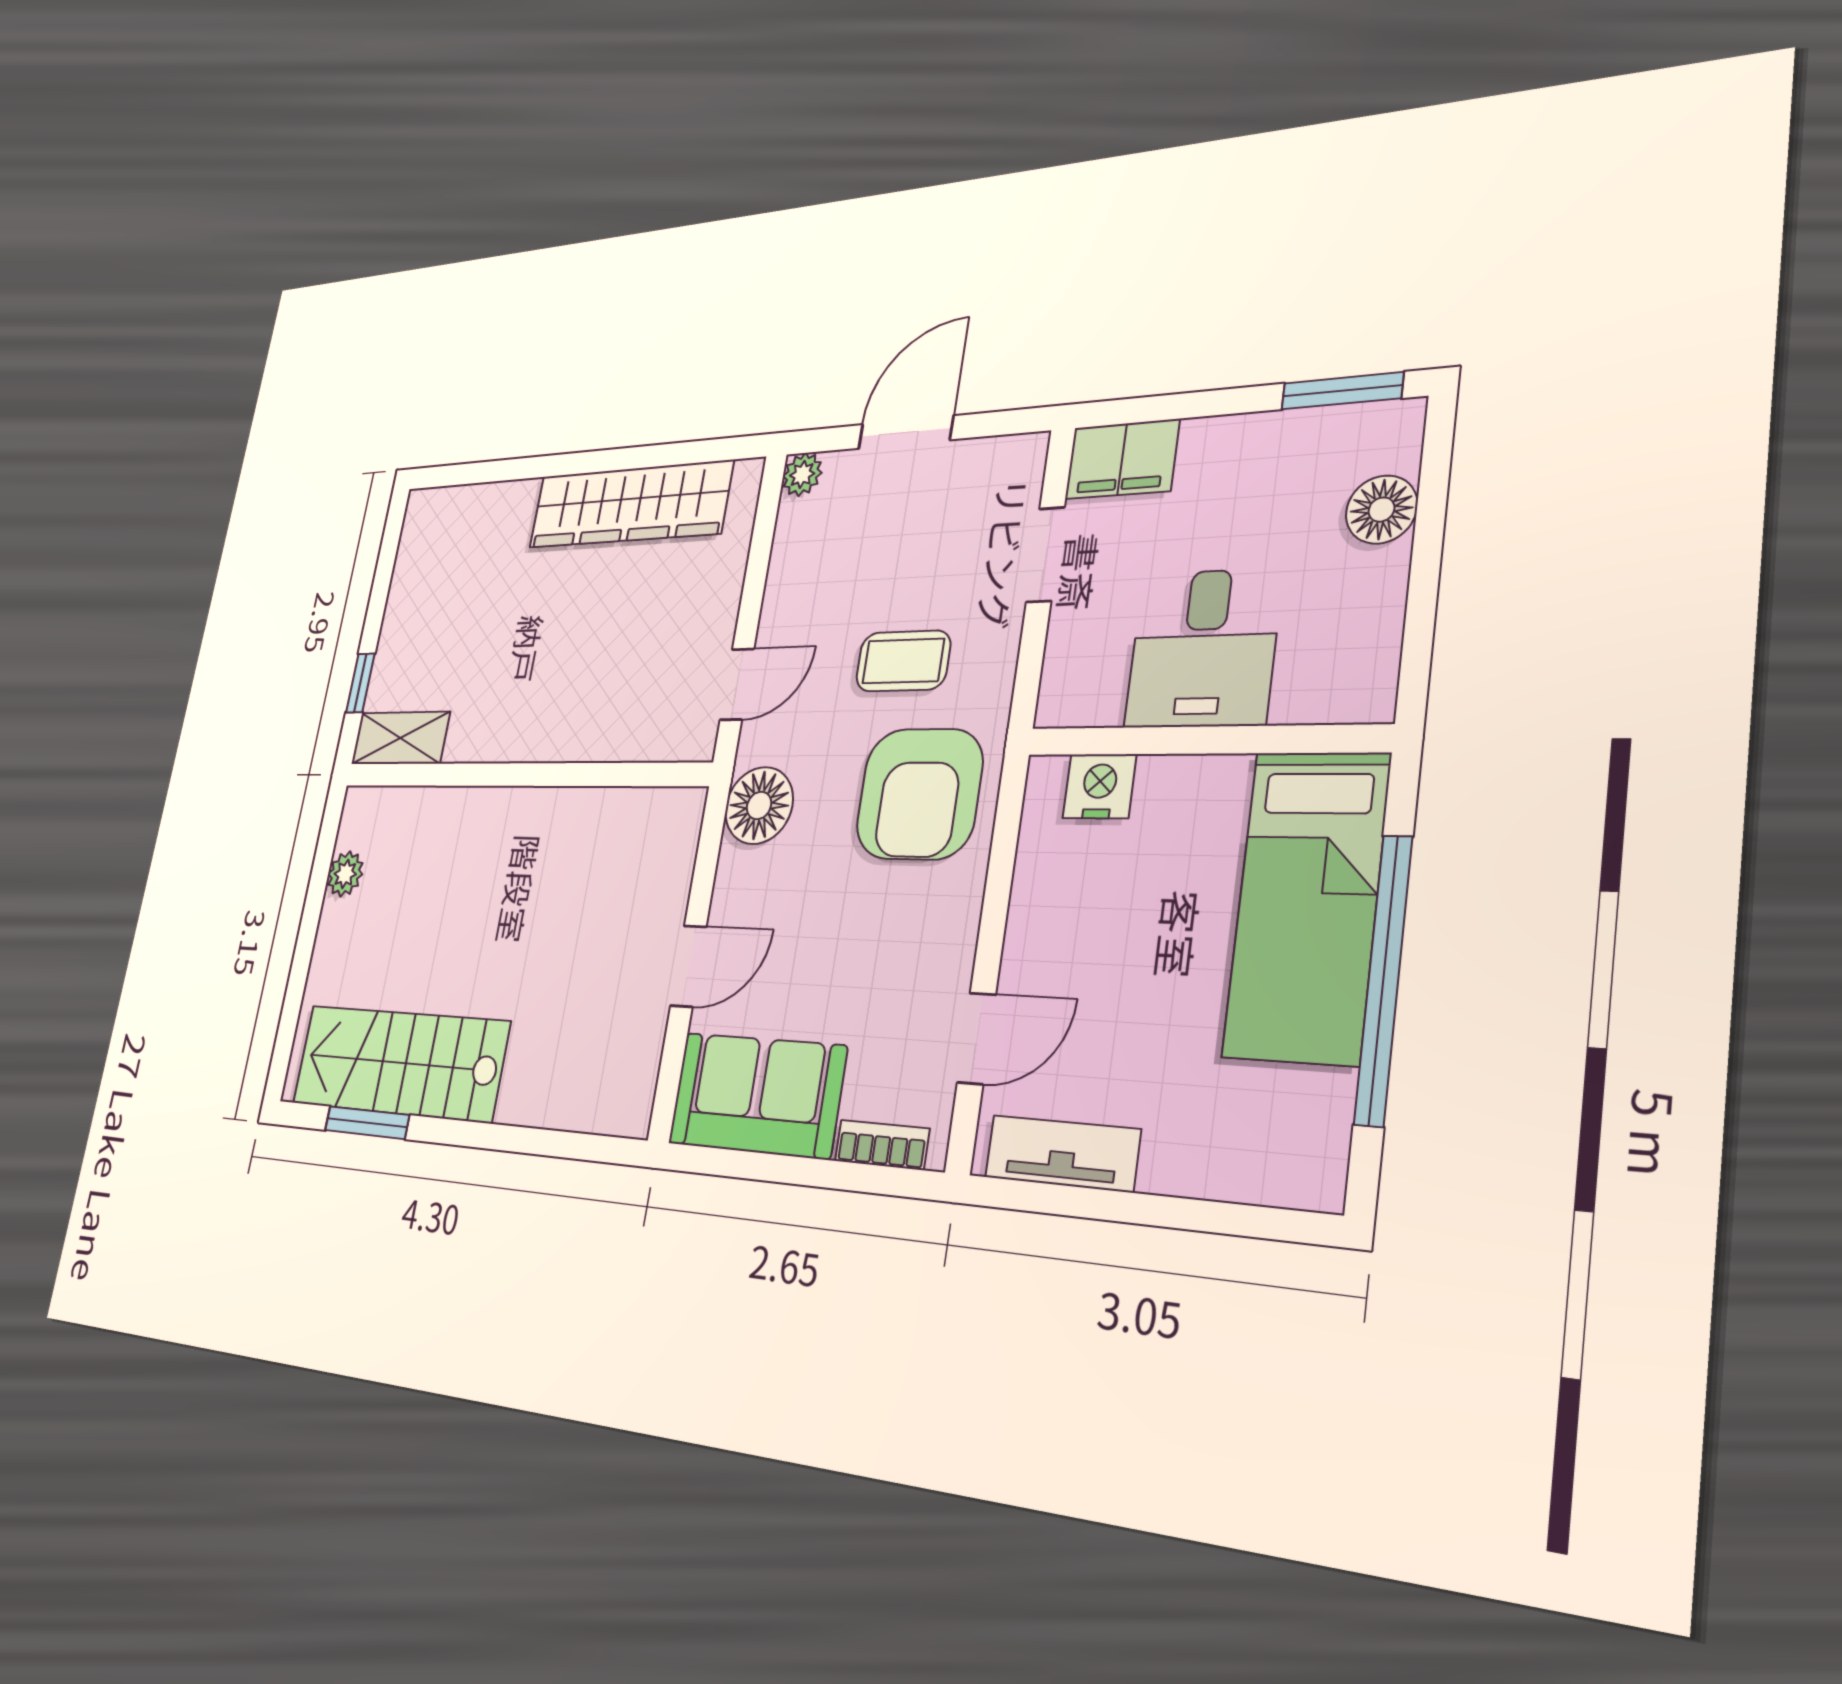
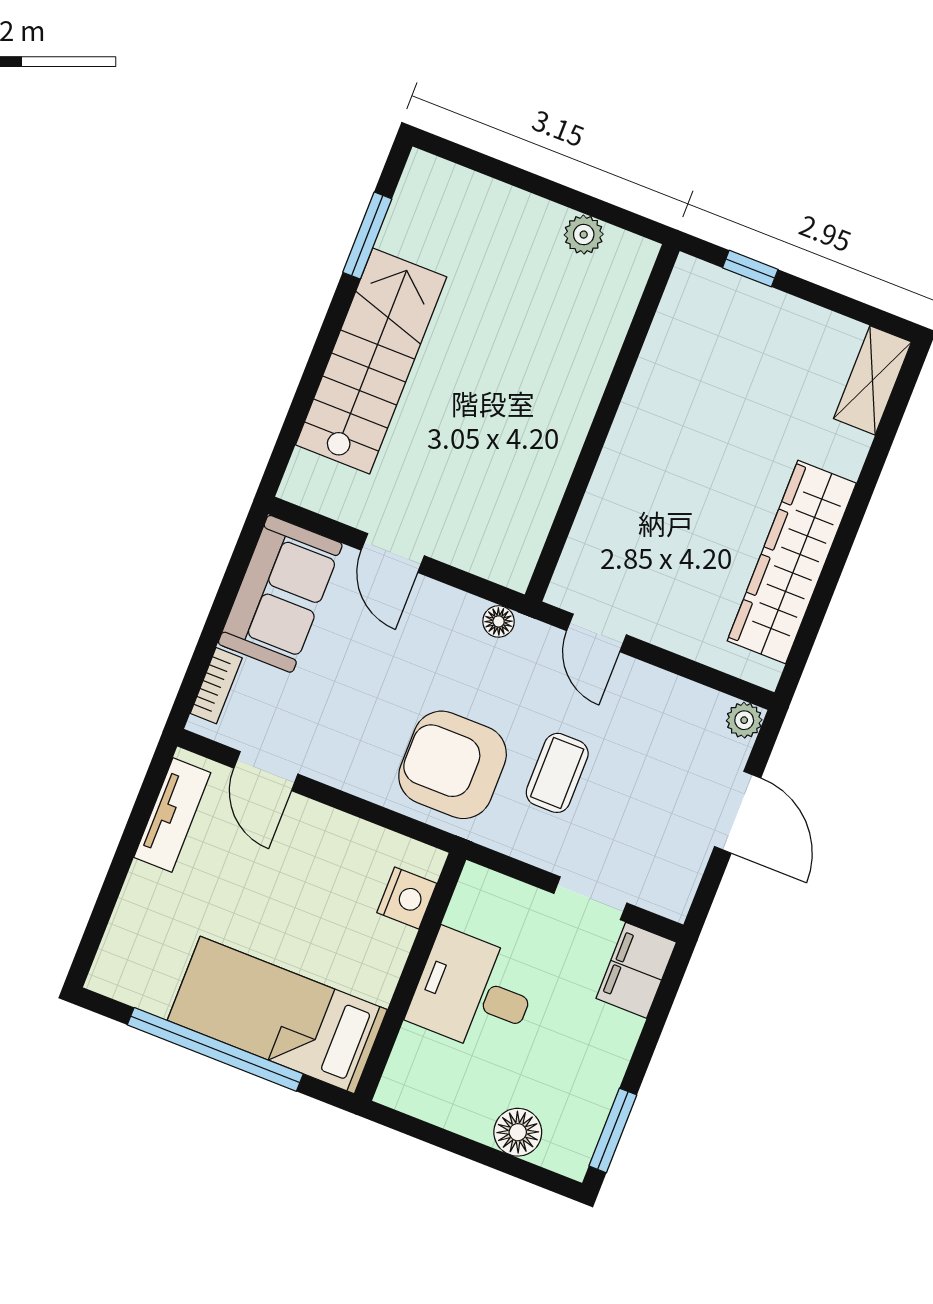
shelving: (400, 738) -> (872, 380), moved
floor lamp: (759, 805) -> (499, 621), width x0.53, depth x0.53
stairs: (399, 1063) -> (371, 361), moved

